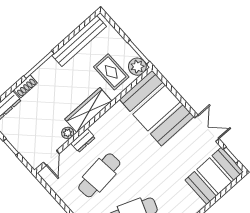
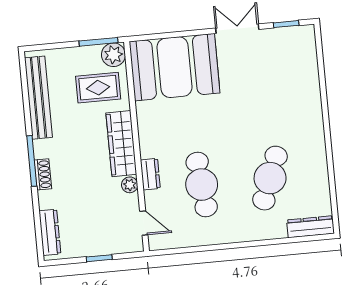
shoe rack: (26, 86) -> (43, 174), moved
booth: (214, 176) -> (295, 59), removed

